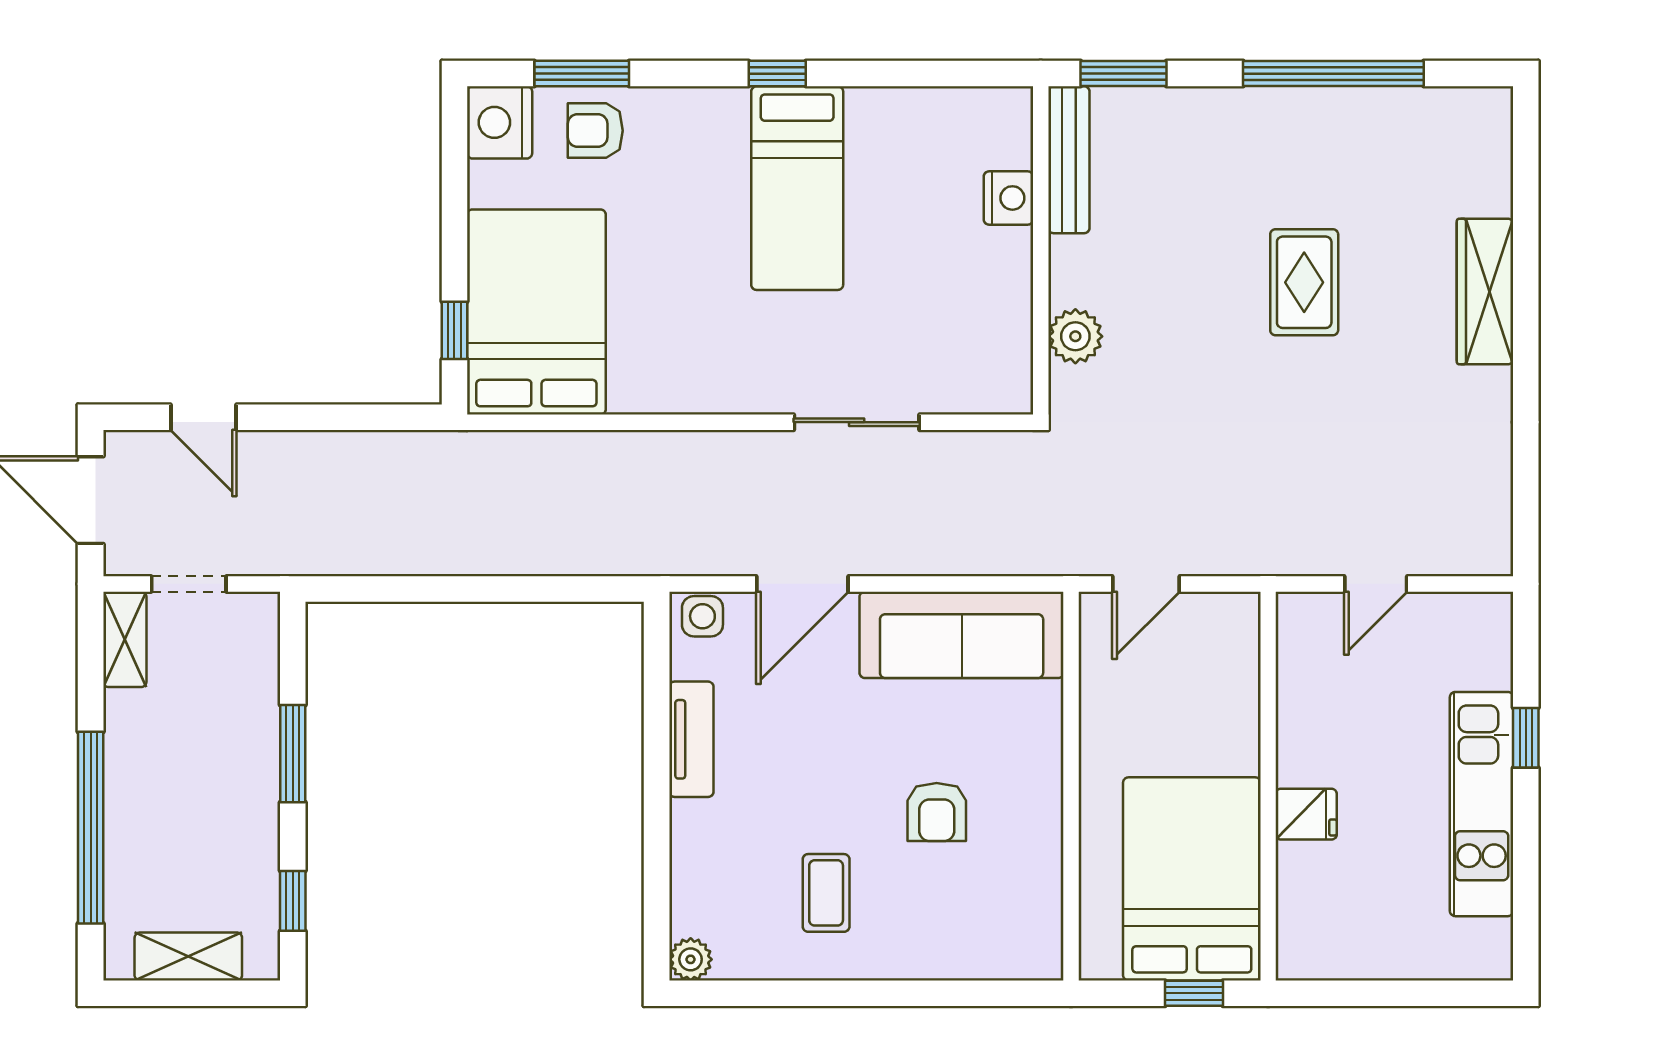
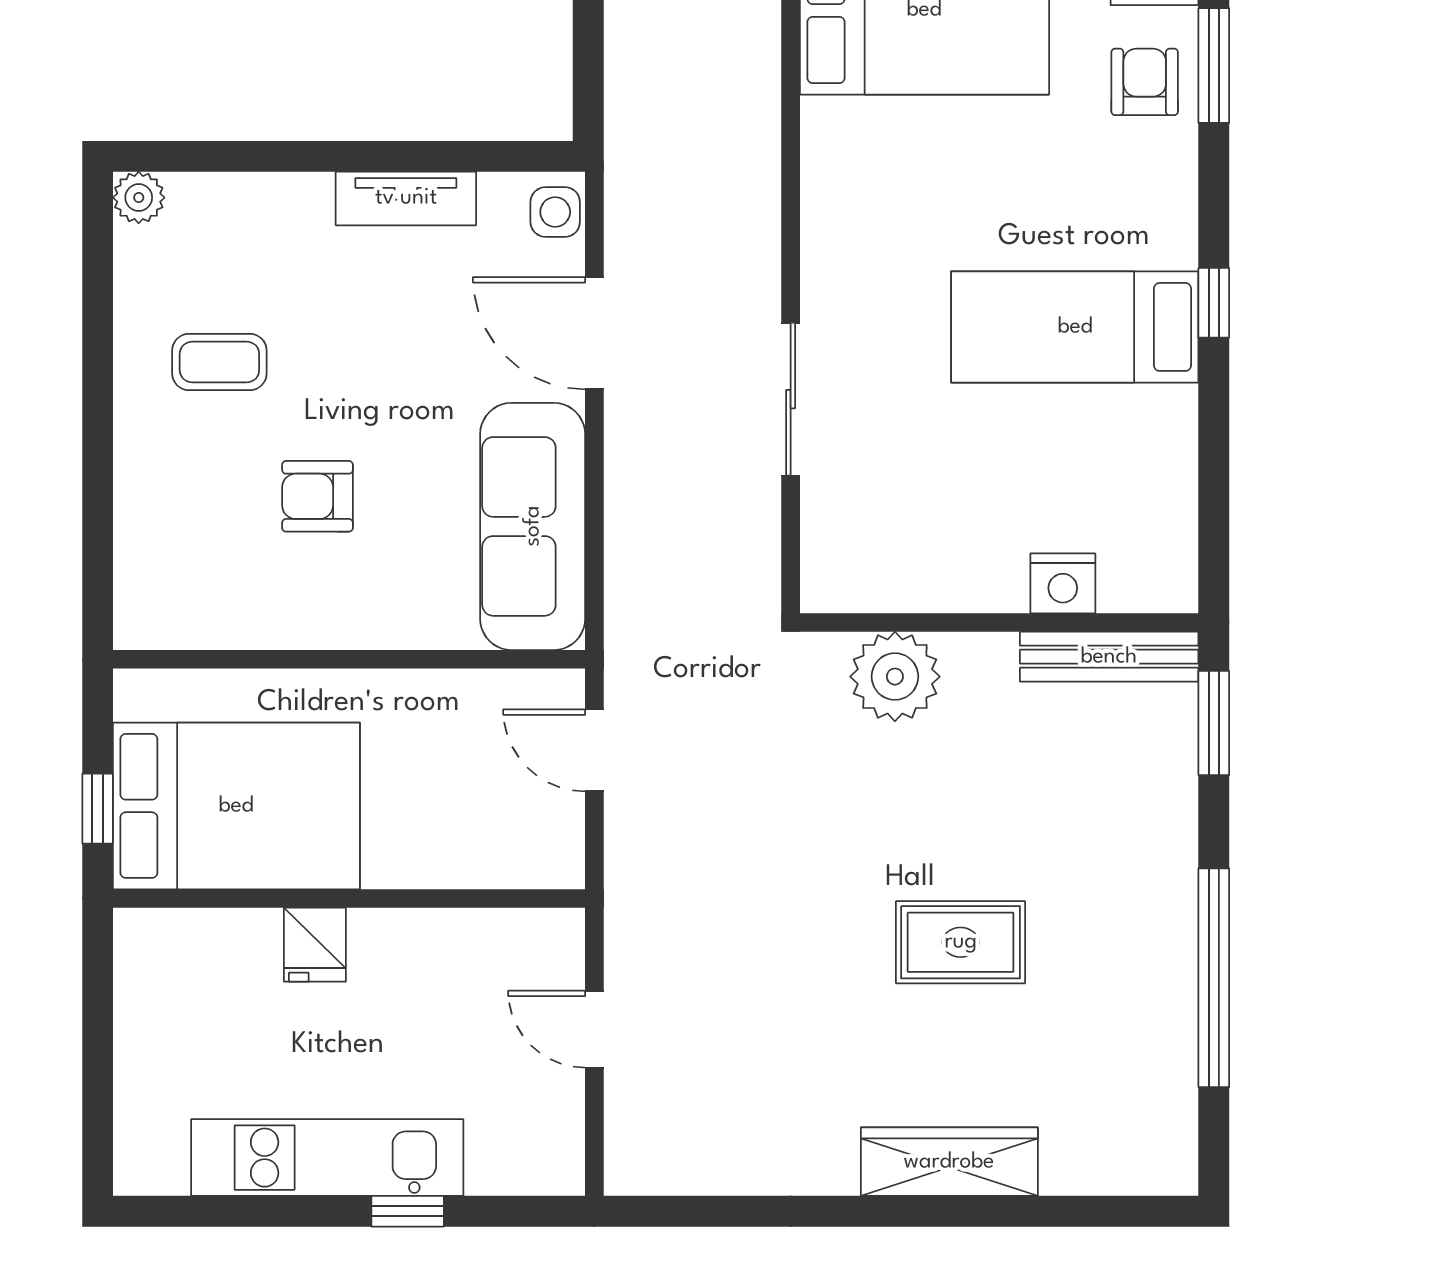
plant: (1075, 336) -> (895, 677), width x1.36, depth x1.36

